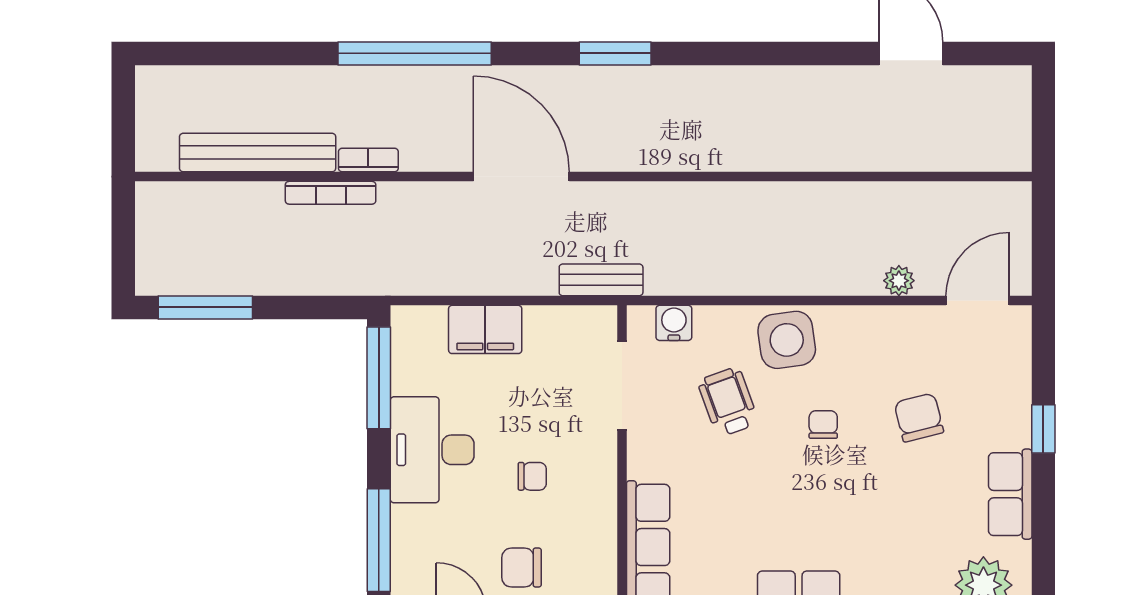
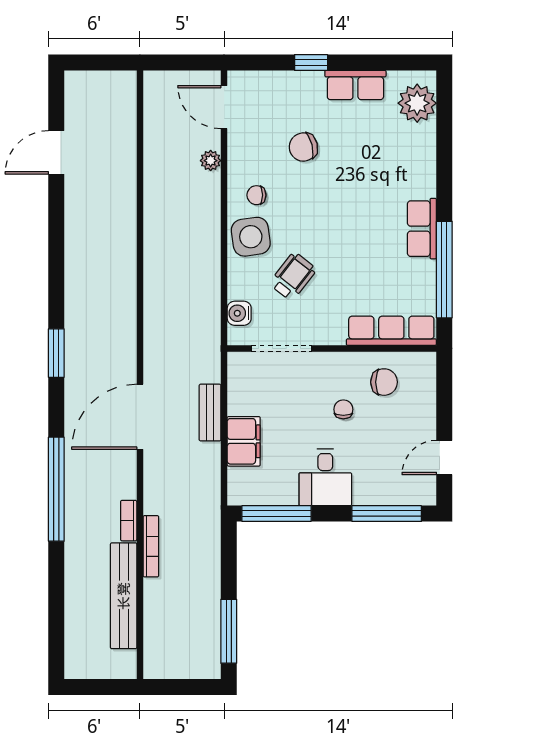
bench: (601, 280) -> (210, 413), moved
wheelchair: (728, 402) -> (293, 276), turned 148
chair: (823, 424) -> (256, 195), moved
desk: (432, 450) -> (325, 477), width x0.73
chair: (522, 568) -> (384, 382), moved, turned -90

